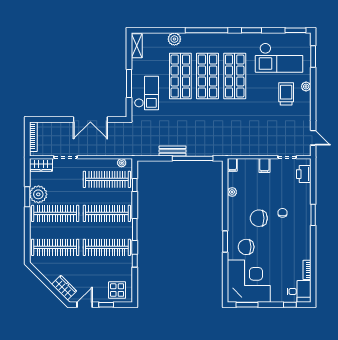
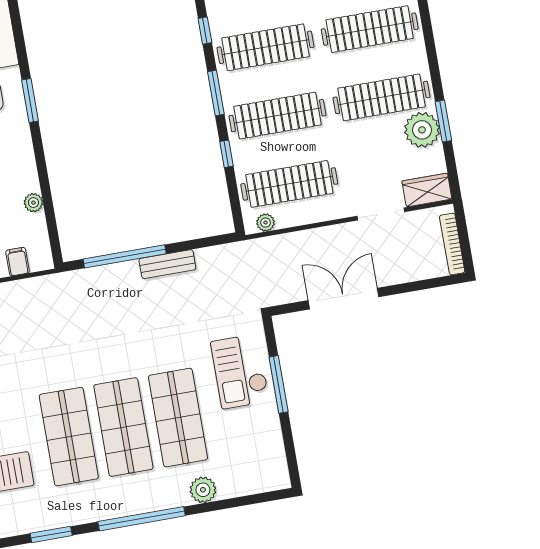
shelving: (137, 46) -> (276, 463), removed
filing cabinet: (232, 165) -> (18, 262), moved
window: (135, 185) -> (226, 154), moved

